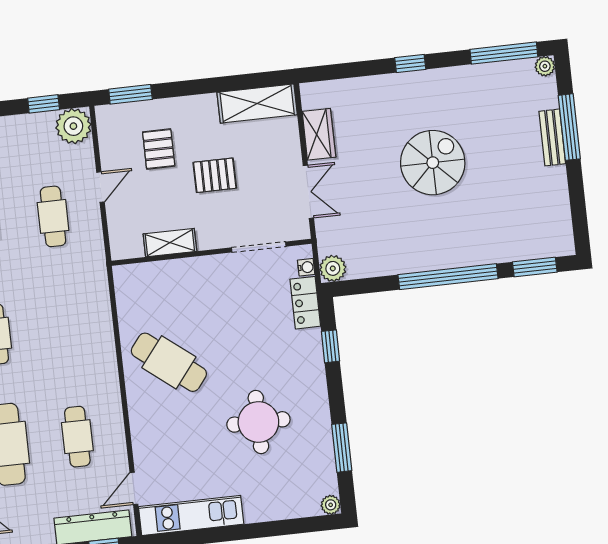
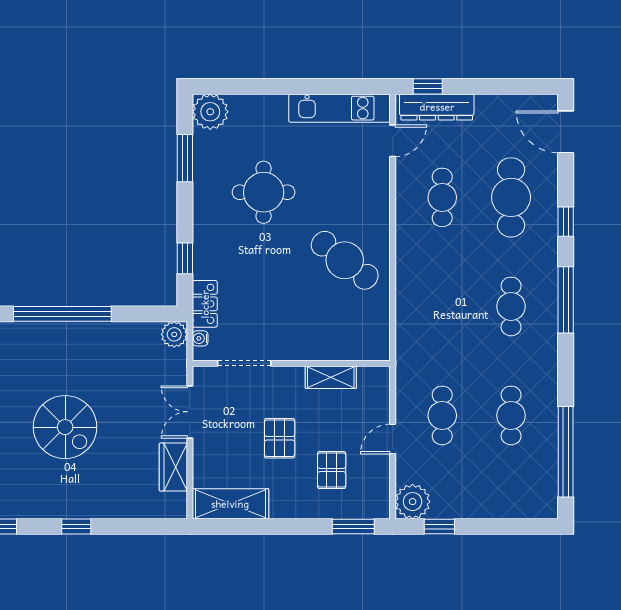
spiral stairs: (433, 163) -> (65, 427), turned -90
pallet: (215, 175) -> (280, 438), turned 90
plant: (331, 505) -> (210, 112), width x1.88, depth x1.88

